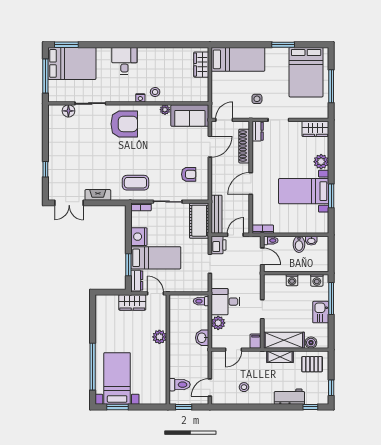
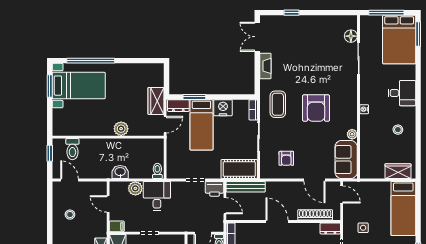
stool: (155, 92) -> (398, 130), moved
armchair: (124, 124) -> (316, 108), moved

